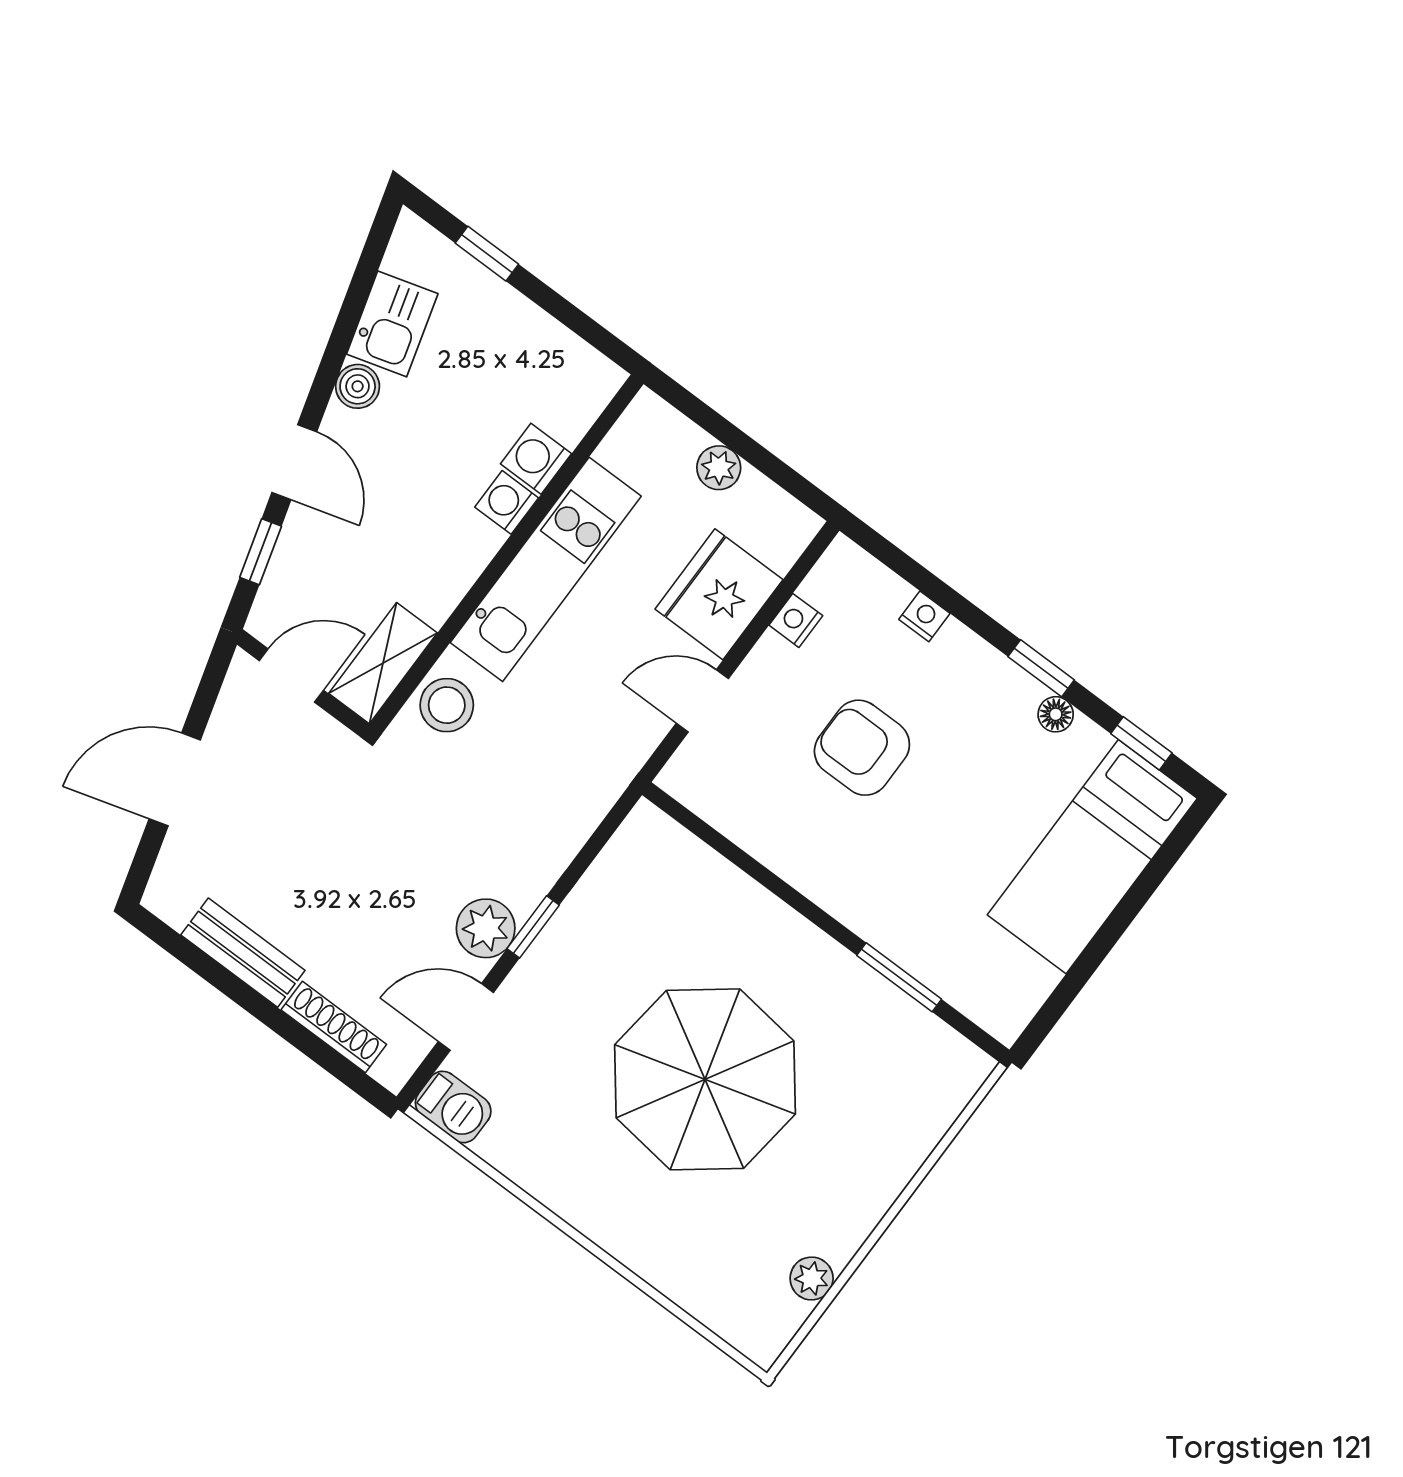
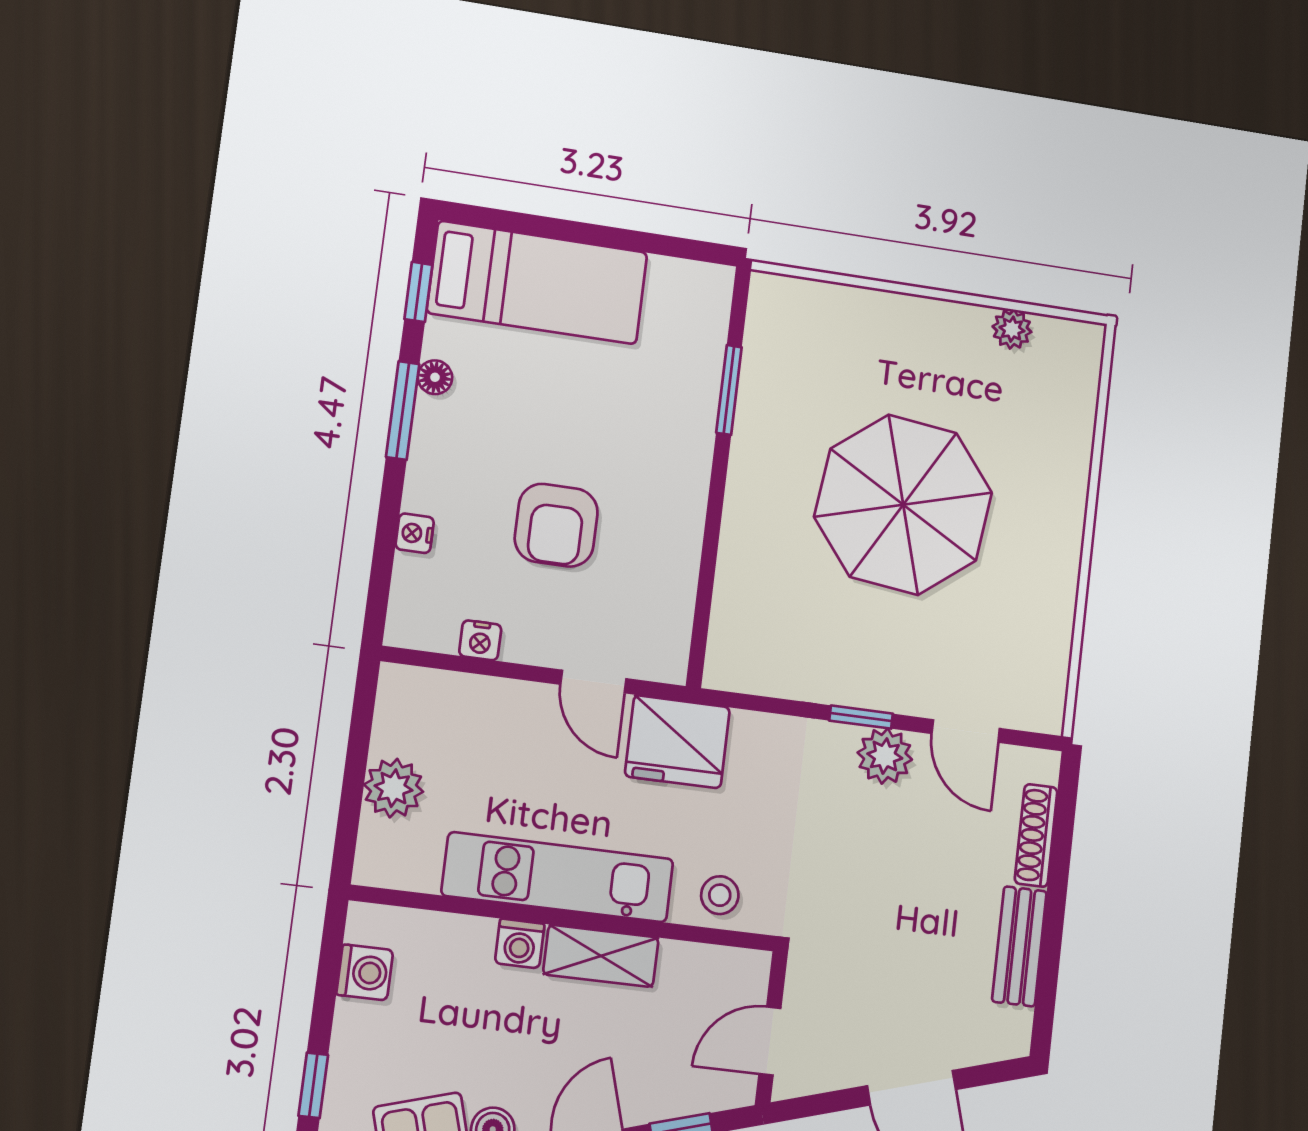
washing machine: (536, 459) -> (365, 972), moved, turned -90
plant: (719, 468) -> (394, 788), width x1.38, depth x1.38
fridge: (719, 594) -> (677, 742), moved
shelving: (383, 663) -> (601, 956), moved
window: (1041, 668) -> (403, 410), width x1.50
door: (291, 675) -> (770, 1041), hinge flipped
stool: (447, 705) -> (720, 895), width x0.73, depth x0.73
barbecue: (453, 1107) -> (1044, 700), removed

